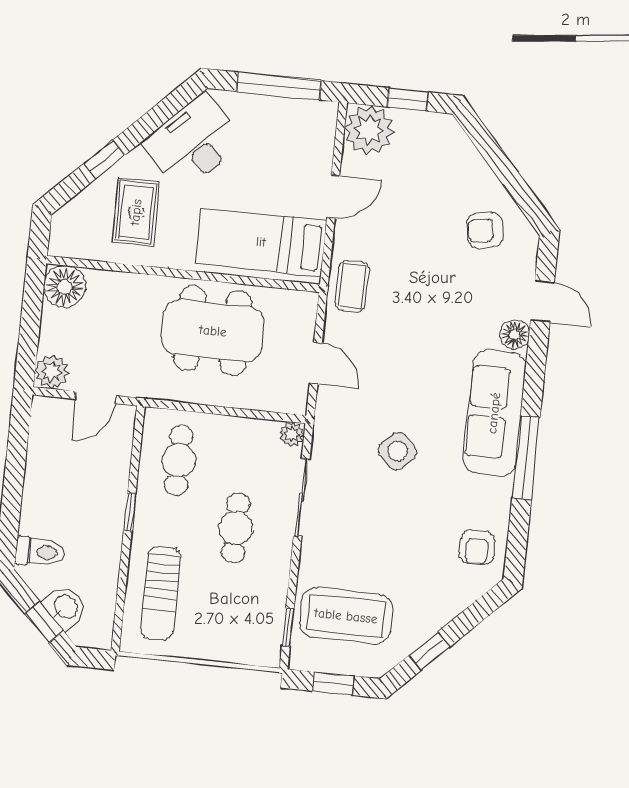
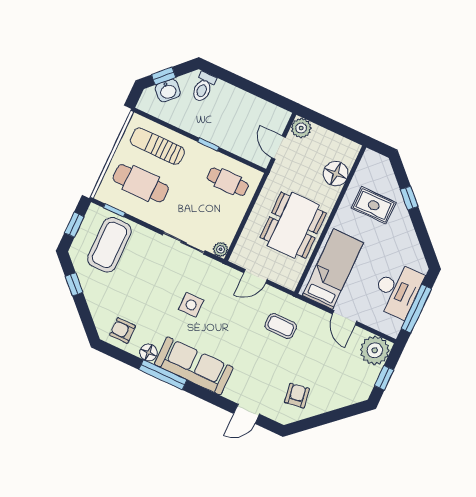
desk: (194, 142) -> (397, 290), moved, turned 45
floor lamp: (65, 286) -> (336, 174), moved
coffee table: (352, 286) -> (281, 326), moved
floor lamp: (515, 335) -> (149, 353), moved
side table: (398, 451) -> (191, 305), turned 45
cafe table: (236, 528) -> (141, 183), moved, width x1.37, depth x1.35

